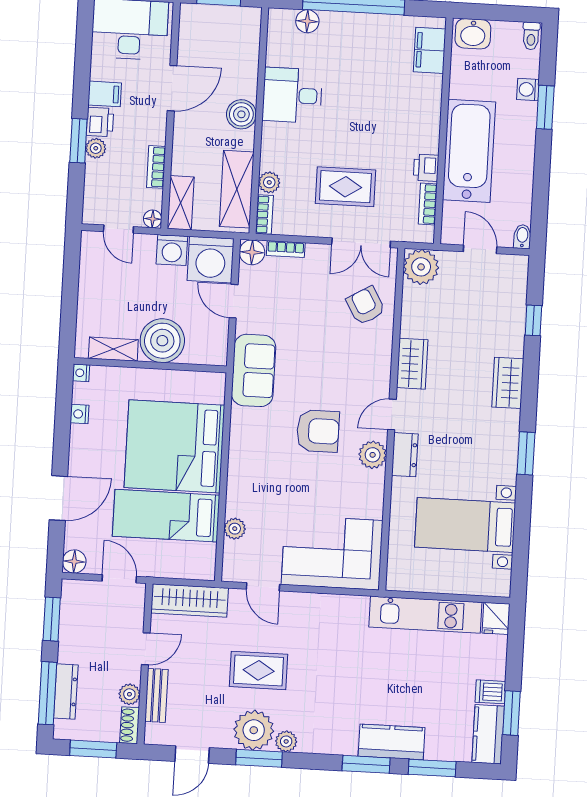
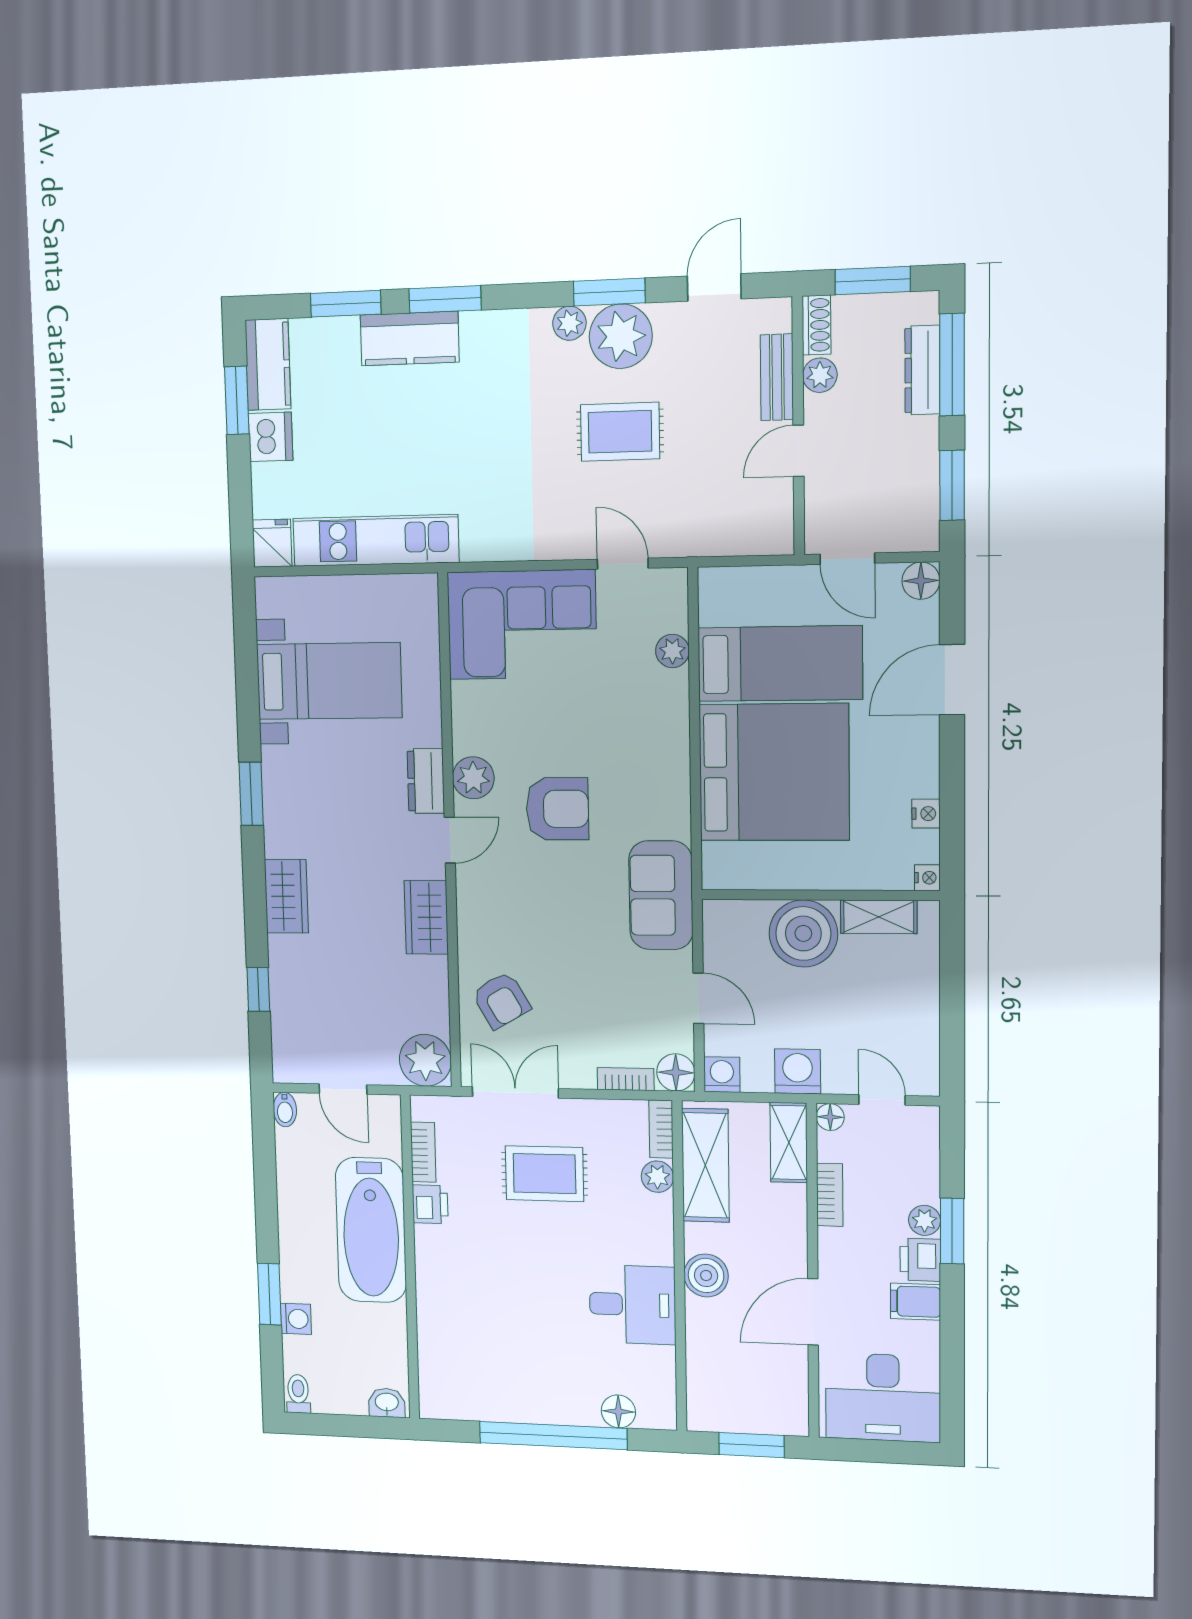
washbasin: (473, 34) -> (387, 1403), width x0.72, depth x0.69
filing cabinet: (430, 50) -> (439, 1372), removed
washing machine: (211, 260) -> (722, 1075), width x0.53, depth x0.53
armchair: (318, 431) -> (557, 809), turned 180
wardrobe: (190, 600) -> (735, 533), removed
dishwasher: (490, 692) -> (271, 437), width x1.38

